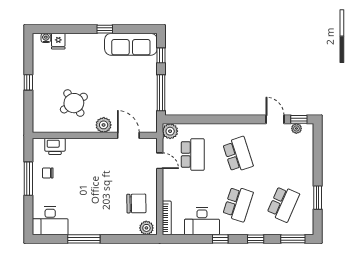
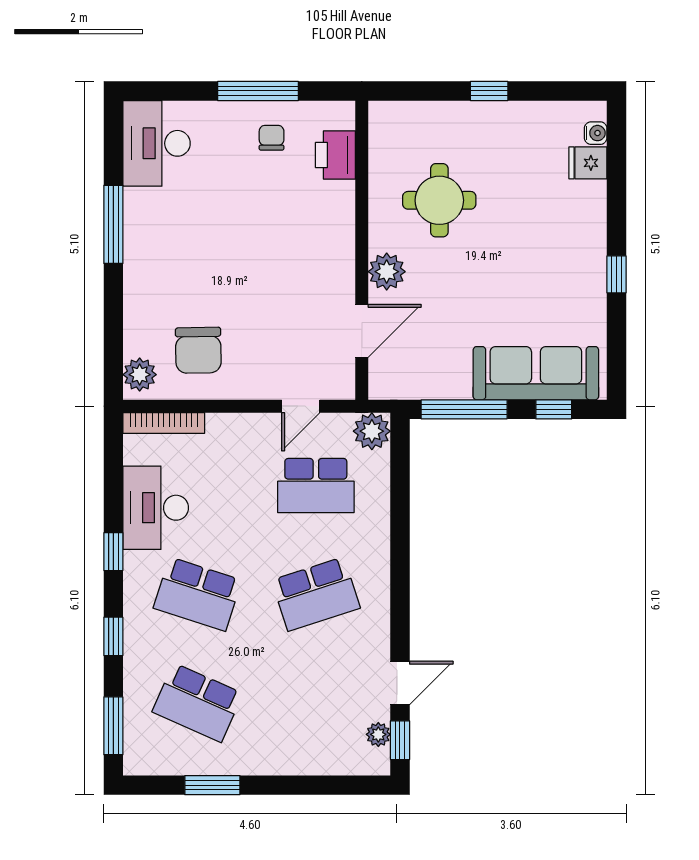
sofa: (131, 44) -> (536, 373), moved, turned 90
round table: (74, 103) -> (439, 200), turned 33

